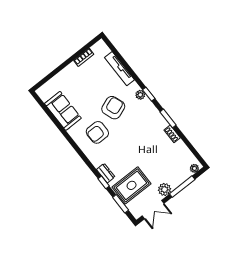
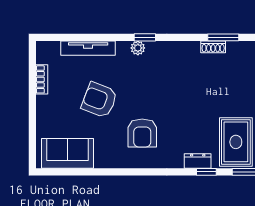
armchair: (113, 108) -> (99, 100), moved, turned -49
sofa: (63, 111) -> (67, 153), moved
window: (168, 118) -> (223, 37), moved

